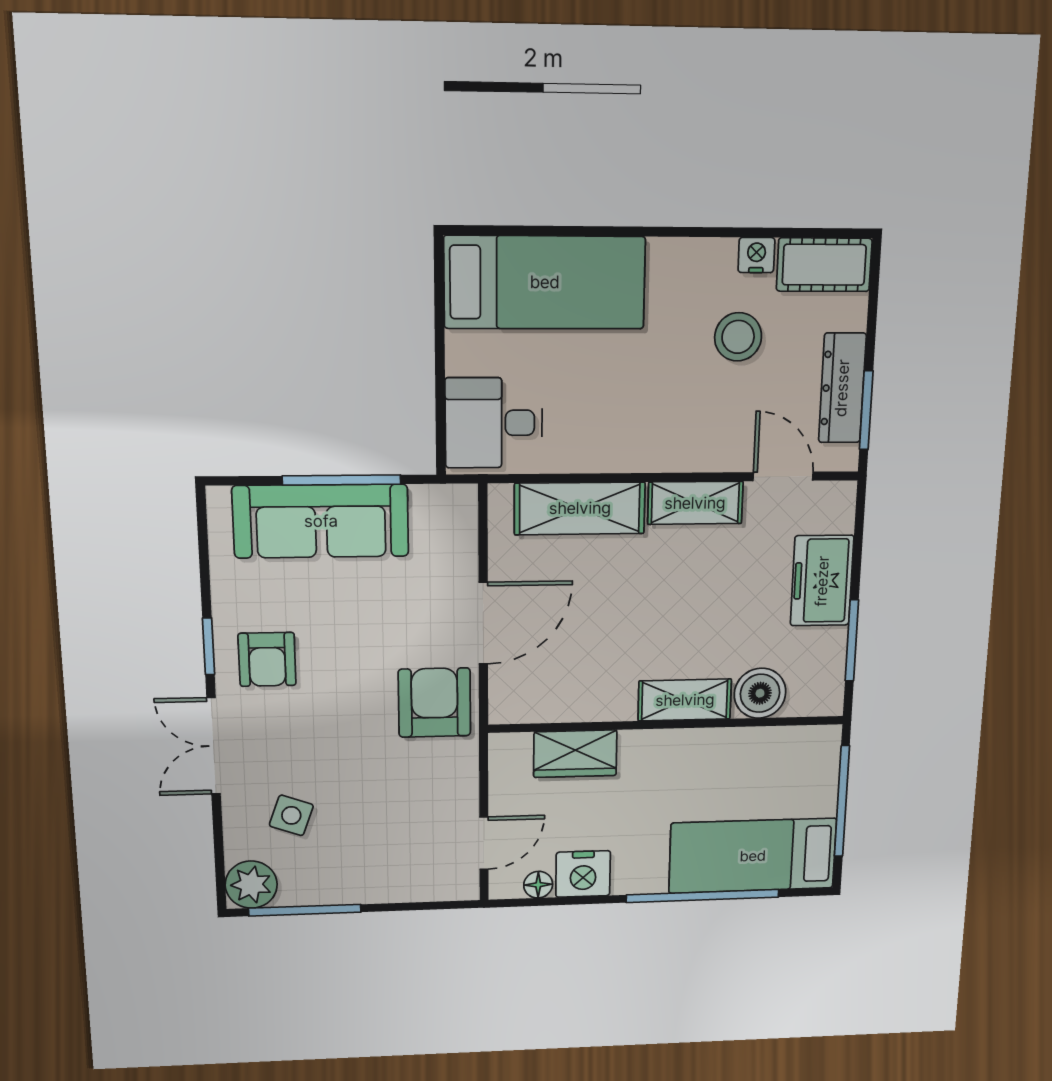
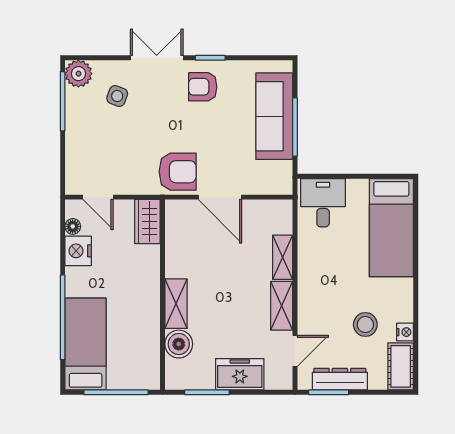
shelving: (580, 508) -> (283, 257), width x0.67, depth x0.75
wardrobe: (575, 754) -> (147, 222), moved

